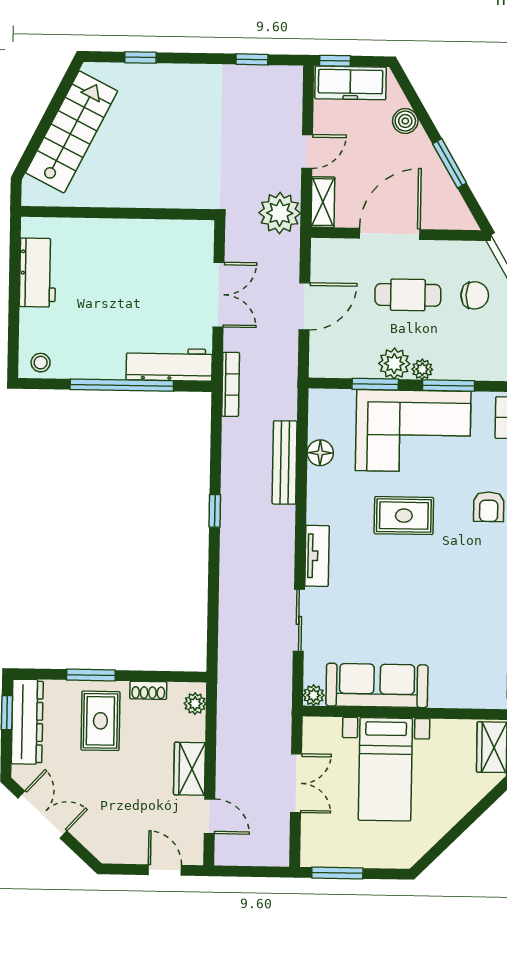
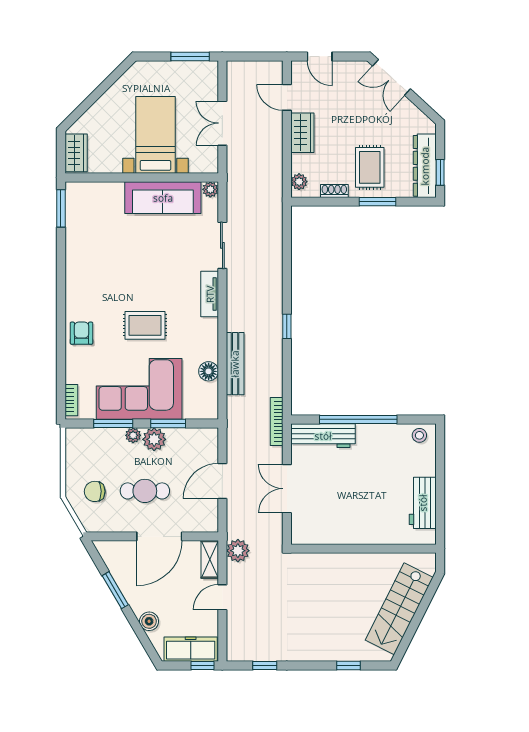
plant: (280, 213) -> (238, 551), width x0.73, depth x0.73
double door: (42, 815) -> (391, 77), moved

